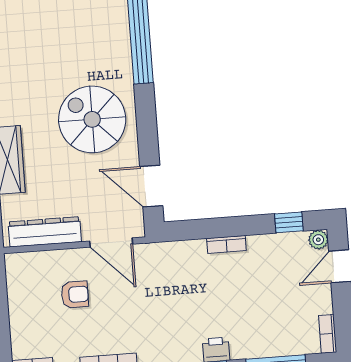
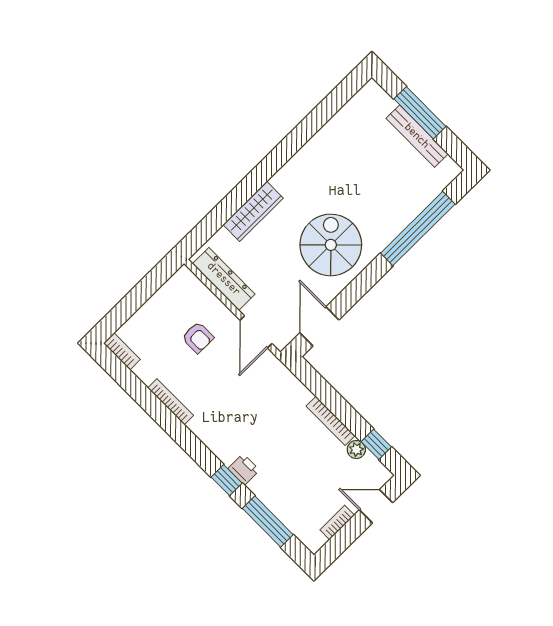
plant: (318, 240) -> (356, 450), moved
bookcase: (226, 244) -> (331, 421), width x1.56
bookcase: (328, 334) -> (337, 522), moved

